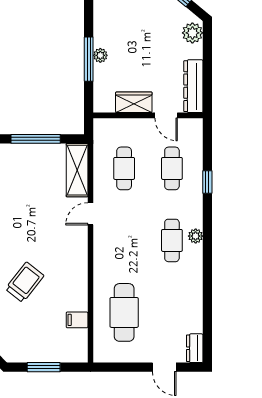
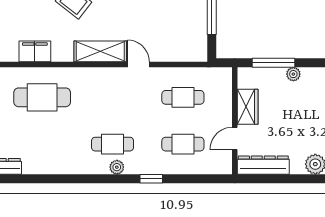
window: (89, 59) -> (273, 63), moved
shelving: (77, 170) -> (100, 51), moved
window: (207, 182) -> (151, 179), moved
filing cabinet: (77, 320) -> (35, 51), width x2.00

